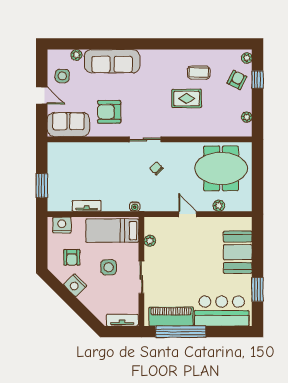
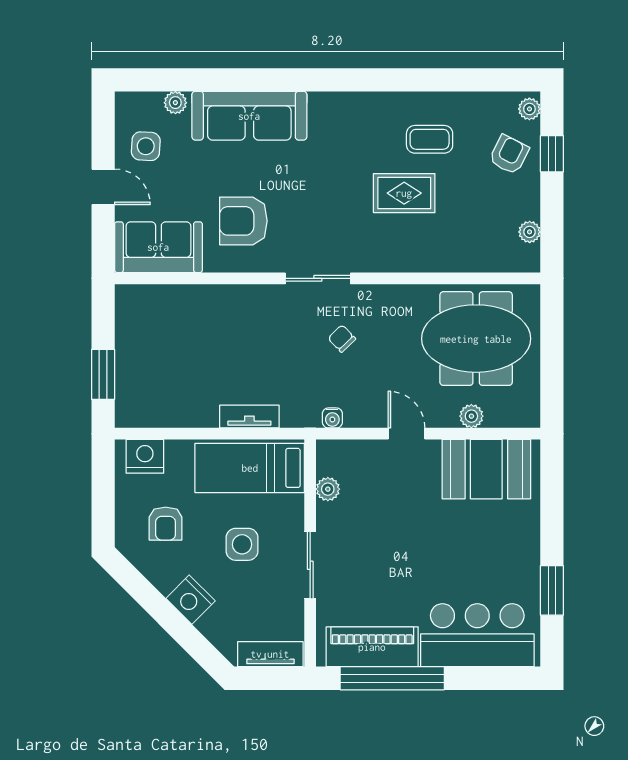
tv unit: (87, 206) -> (249, 417), moved
water cooler: (135, 207) -> (332, 418), moved
booth: (238, 252) -> (486, 469), moved, turned 90
nightstand: (75, 285) -> (191, 600), moved

